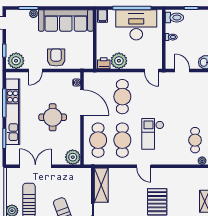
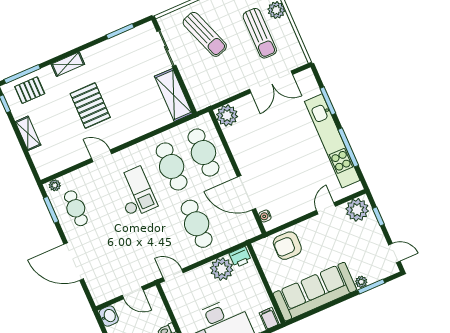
armchair: (56, 57) -> (287, 246), moved, turned 91
round table: (53, 117) -> (276, 156), removed
door: (144, 166) -> (102, 156), moved

